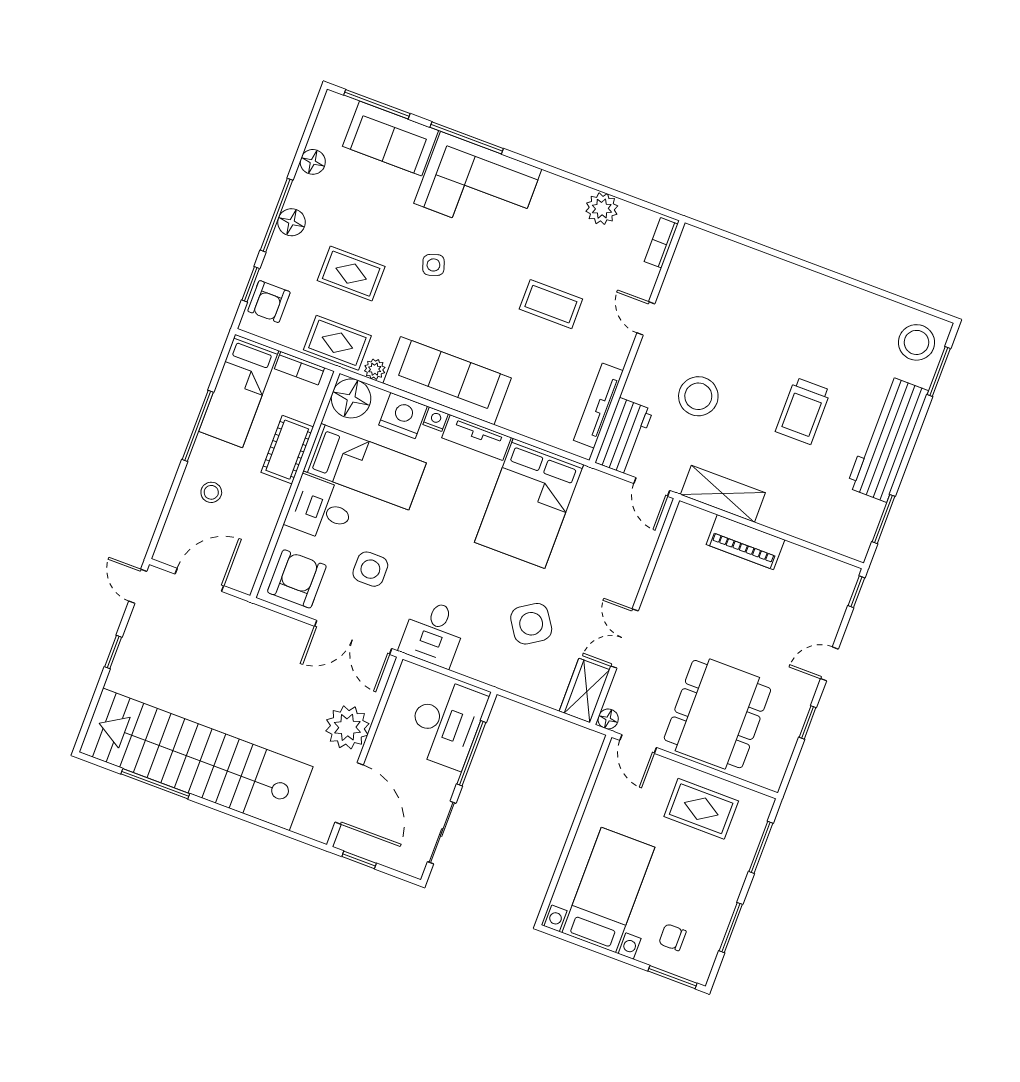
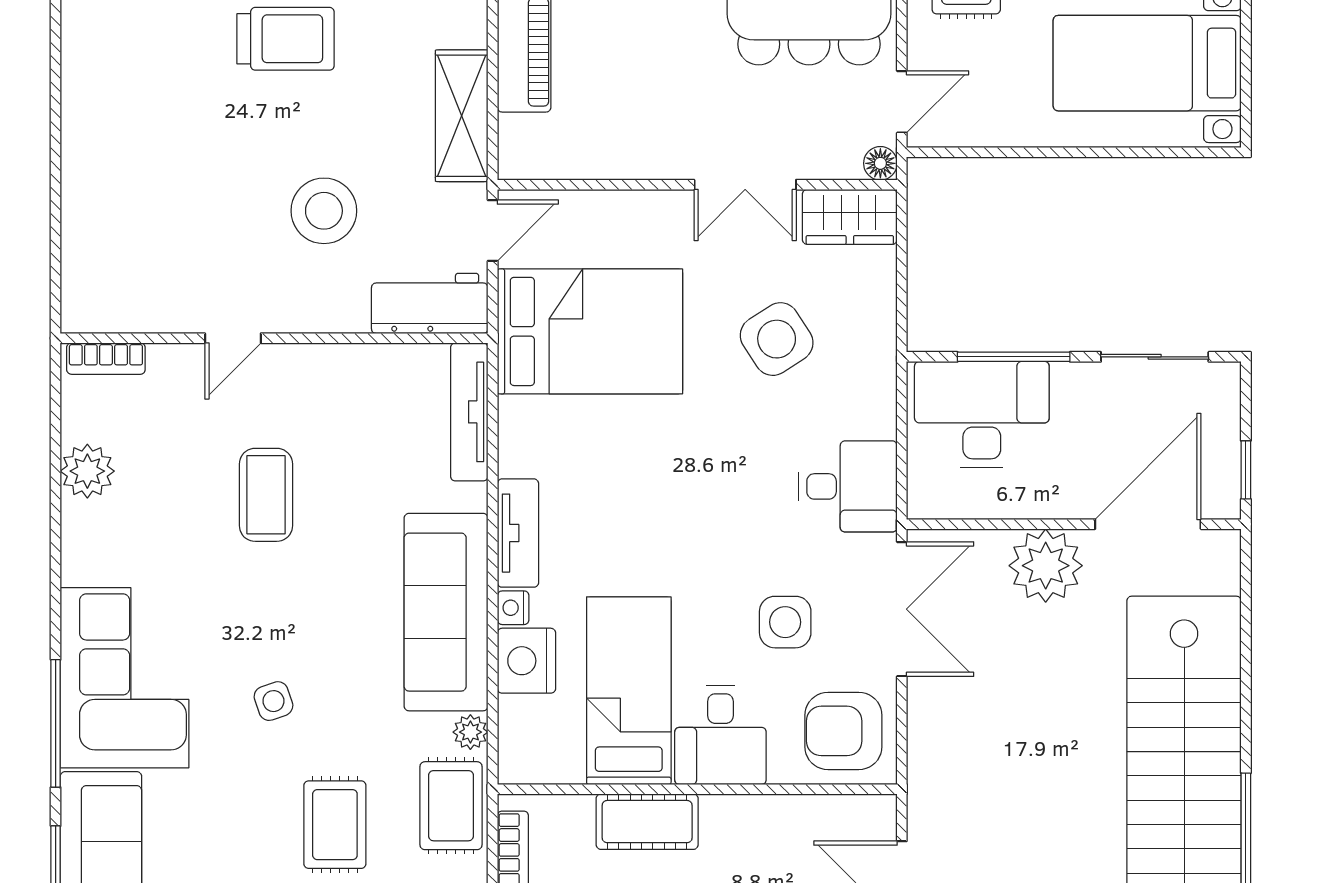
floor lamp: (351, 398) -> (530, 752), removed
tv unit: (598, 406) -> (469, 412), moved, turned 90
bed: (529, 503) -> (590, 331), moved

